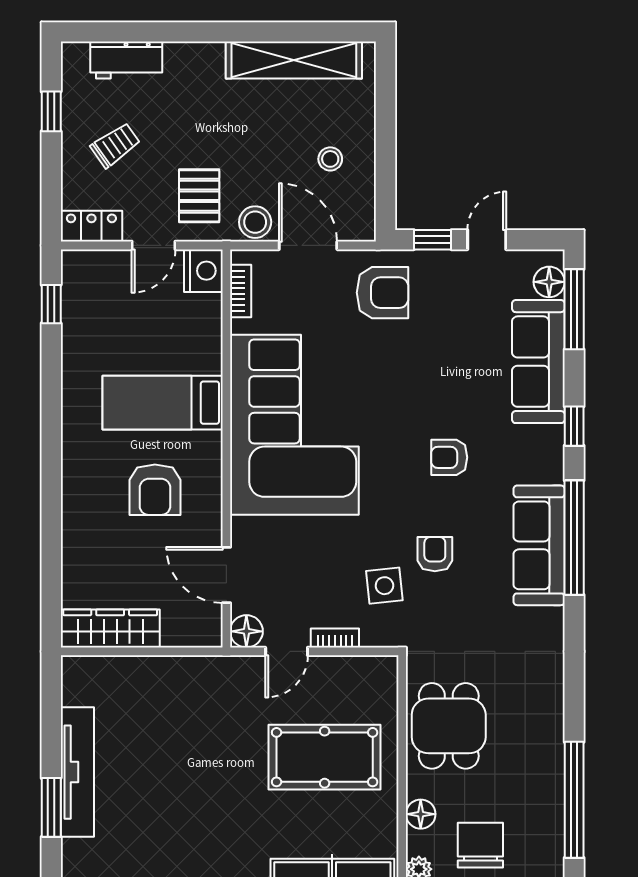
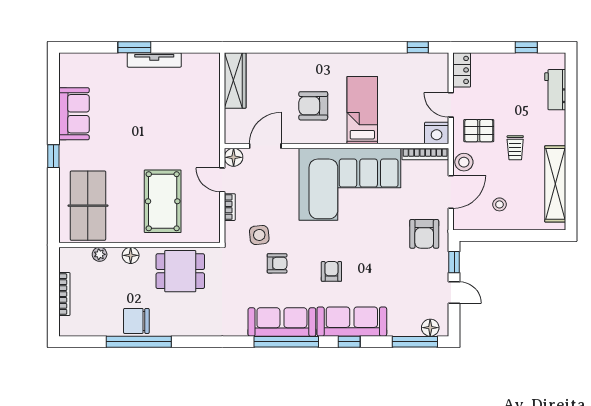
trolley: (115, 145) -> (515, 148), moved, turned 35
bookcase: (241, 291) -> (425, 154), width x1.56
sofa: (538, 362) -> (352, 322), moved
tv unit: (77, 772) -> (154, 60), width x0.73, depth x0.78
chair: (480, 845) -> (136, 321), moved, turned 180

